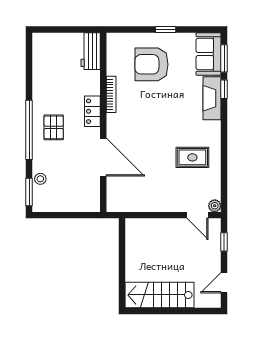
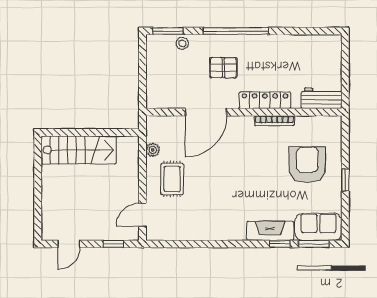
locker: (92, 111) -> (265, 100), width x1.53
pallet: (54, 127) -> (223, 68), moved
rug: (192, 157) -> (172, 179), moved
plant: (215, 206) -> (153, 150), moved
door: (224, 283) -> (69, 244), swing flipped
stairs: (159, 295) -> (79, 150), moved, turned 90

